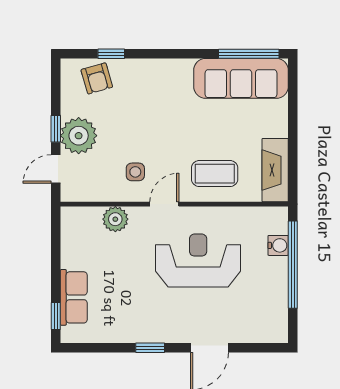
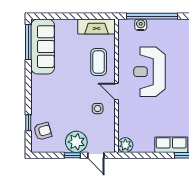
plant: (115, 219) -> (125, 145), moved

